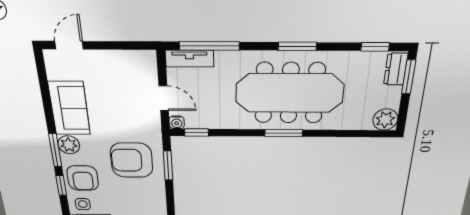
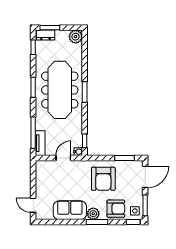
window: (168, 166) -> (125, 158), moved
window: (61, 185) -> (133, 222), moved

